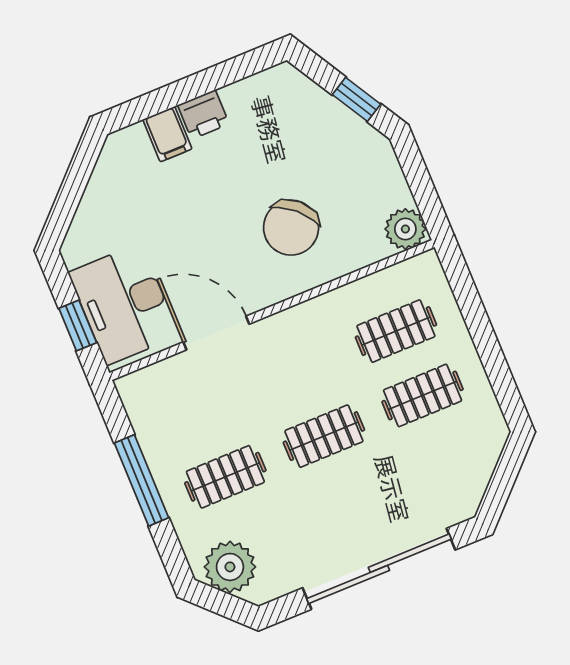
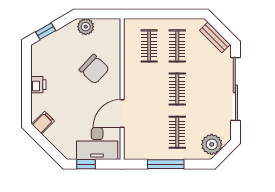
window: (357, 99) -> (46, 31), moved
filing cabinet: (167, 134) -> (43, 123), moved, turned -45
plant: (405, 229) -> (86, 27), moved
window: (78, 325) -> (86, 164), moved
bench: (477, 473) -> (215, 37), added

